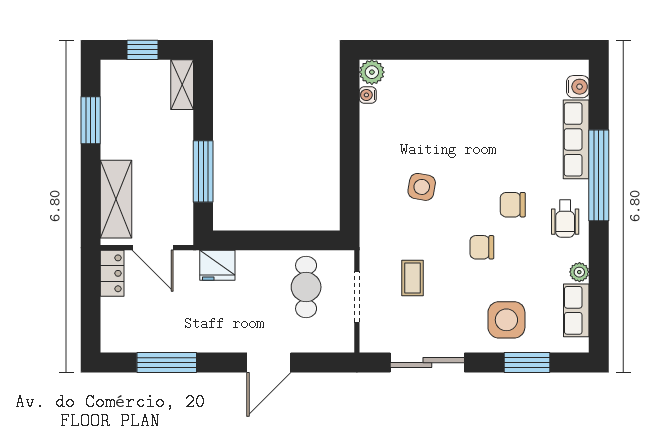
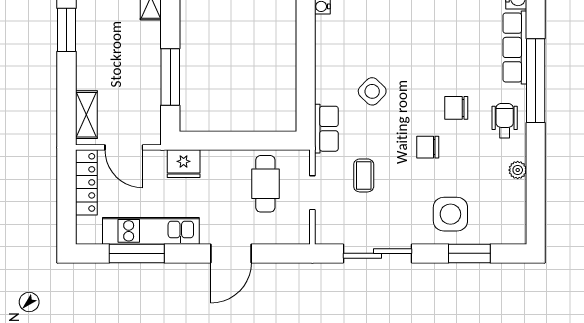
side table: (422, 187) -> (372, 91), turned 34
shelving: (116, 199) -> (86, 115), width x0.67, depth x0.75
wheelchair: (565, 219) -> (505, 121), turned 180
locker: (112, 273) -> (86, 182), width x1.53
doorway: (357, 297) -> (312, 193), width x0.73
row of seats: (576, 310) -> (326, 129), moved, turned 180
kitchen unit: (182, 338) -> (151, 231), added

